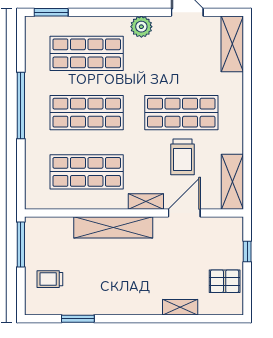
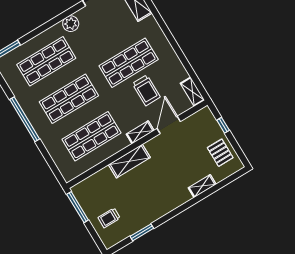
shelving: (232, 182) -> (192, 92), width x0.67, depth x0.75
shelving: (113, 227) -> (129, 161), width x0.68
pallet: (225, 281) -> (220, 153), turned 90

